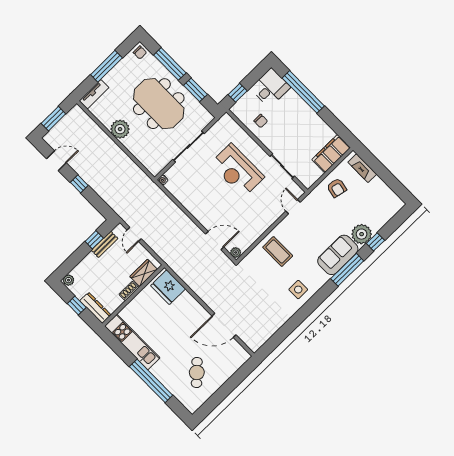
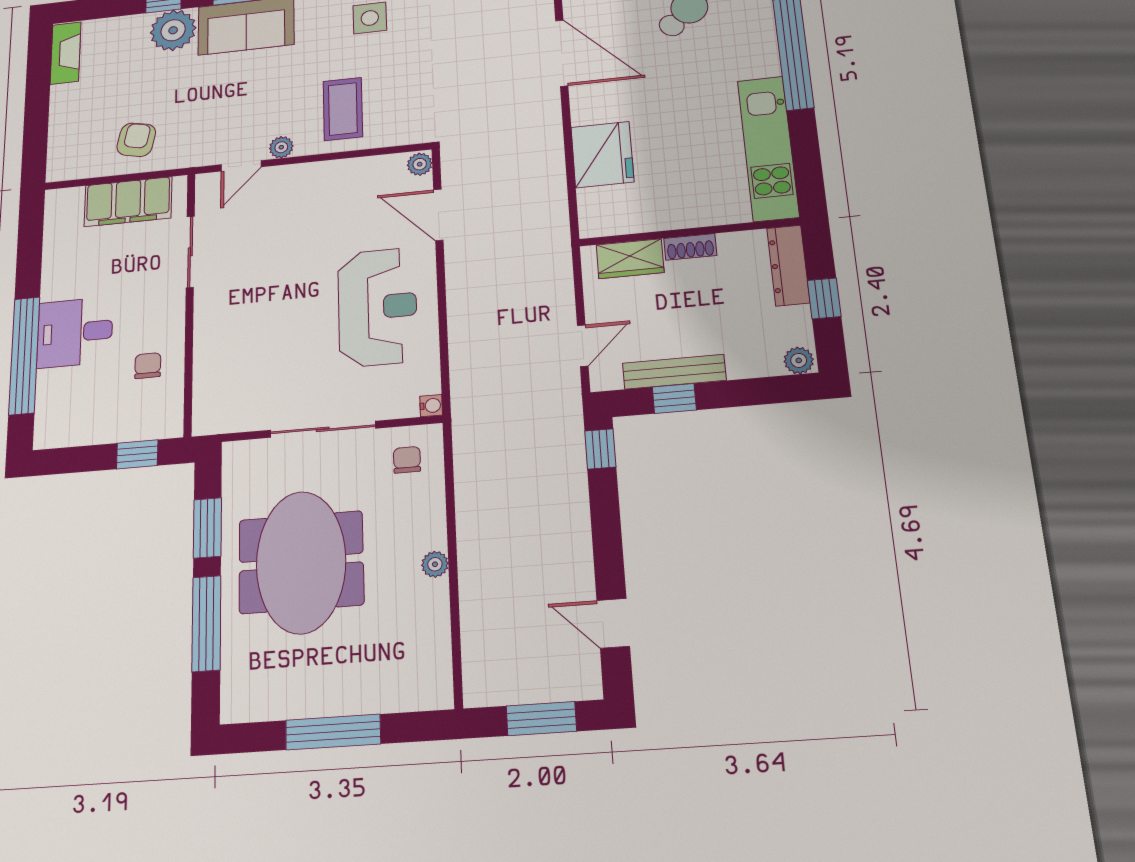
chair: (140, 52) -> (407, 460), moved
desk: (270, 88) -> (75, 332), moved
tv unit: (94, 94) -> (411, 696), removed
plant: (120, 129) -> (435, 564), width x0.53, depth x0.53
filing cabinet: (331, 154) -> (128, 202), moved
fireplace: (362, 168) -> (66, 53), moved
reception desk: (237, 170) -> (377, 307), moved
window: (79, 184) -> (600, 449), moved
plant: (286, 223) -> (281, 147), added
bench: (105, 244) -> (674, 372), width x1.36
fridge: (168, 287) -> (602, 155), moved

